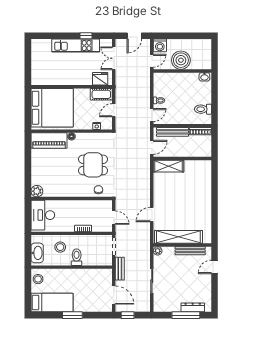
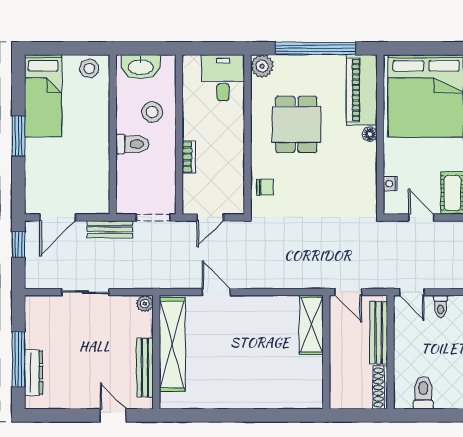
window: (28, 164) -> (315, 48), added
dining table: (93, 165) -> (296, 124), moved
desk: (43, 215) -> (223, 78), width x0.73

